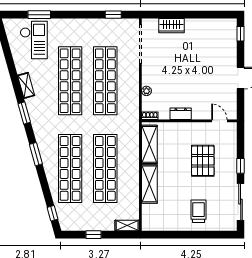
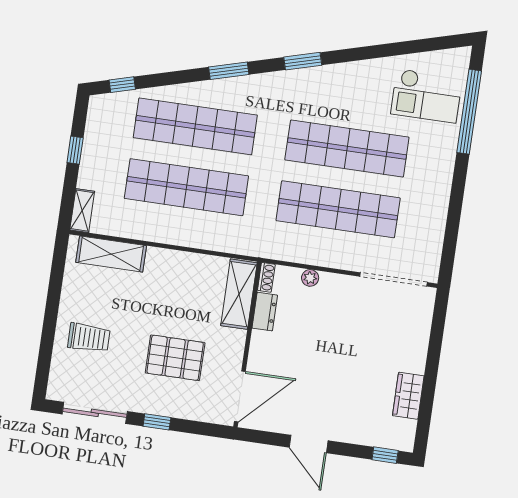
window: (39, 15) -> (469, 112), width x2.11
window: (113, 15) -> (450, 240), removed
wardrobe: (171, 26) -> (408, 396), moved
shelving: (26, 85) -> (350, 71), removed
dresser: (181, 114) -> (265, 312), moved
door: (219, 121) -> (240, 396), width x1.87
shelving: (149, 144) -> (239, 294), moved, turned 90
shelving: (149, 184) -> (111, 254), moved

